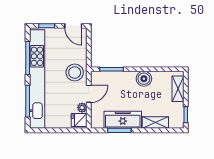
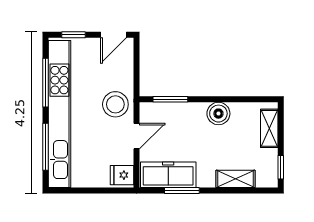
door: (73, 26) -> (113, 35), hinge flipped
plant: (82, 108) -> (126, 157), removed
freezer: (123, 120) -> (168, 175), moved

